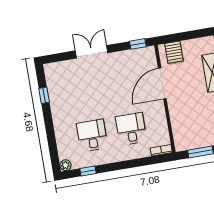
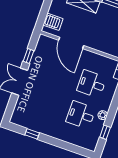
window: (138, 44) -> (29, 56), moved
plant: (65, 165) -> (103, 115), moved

